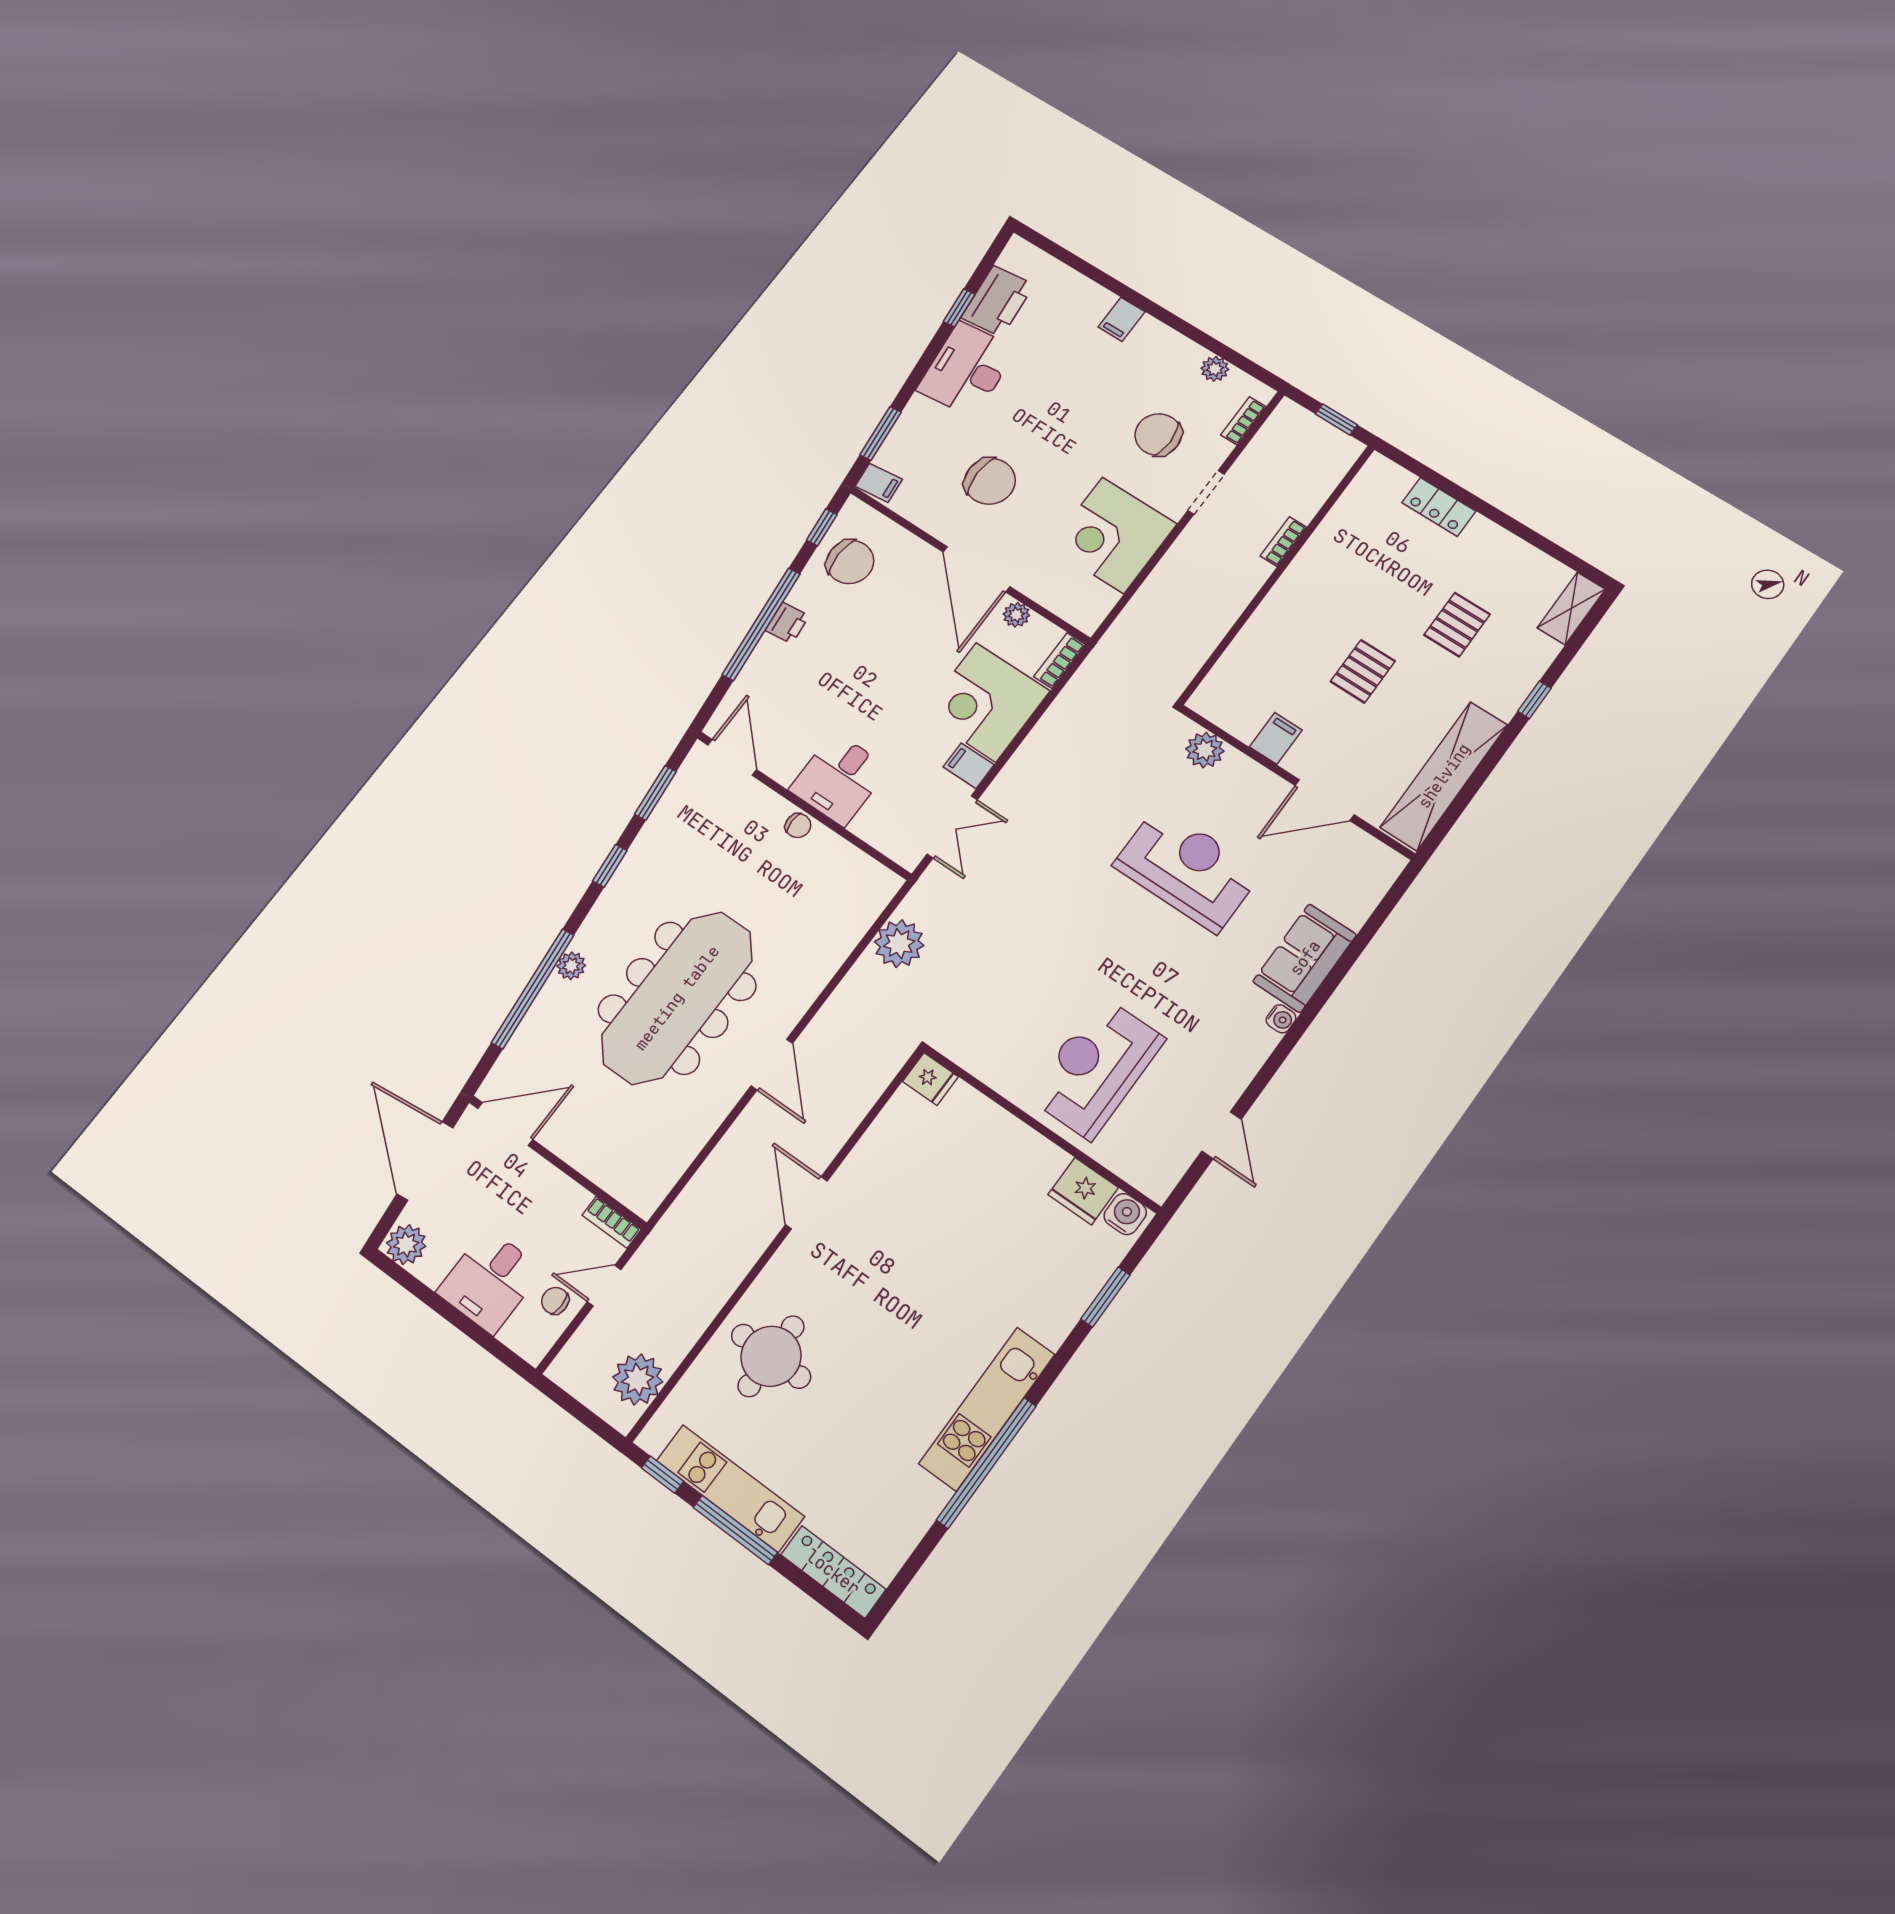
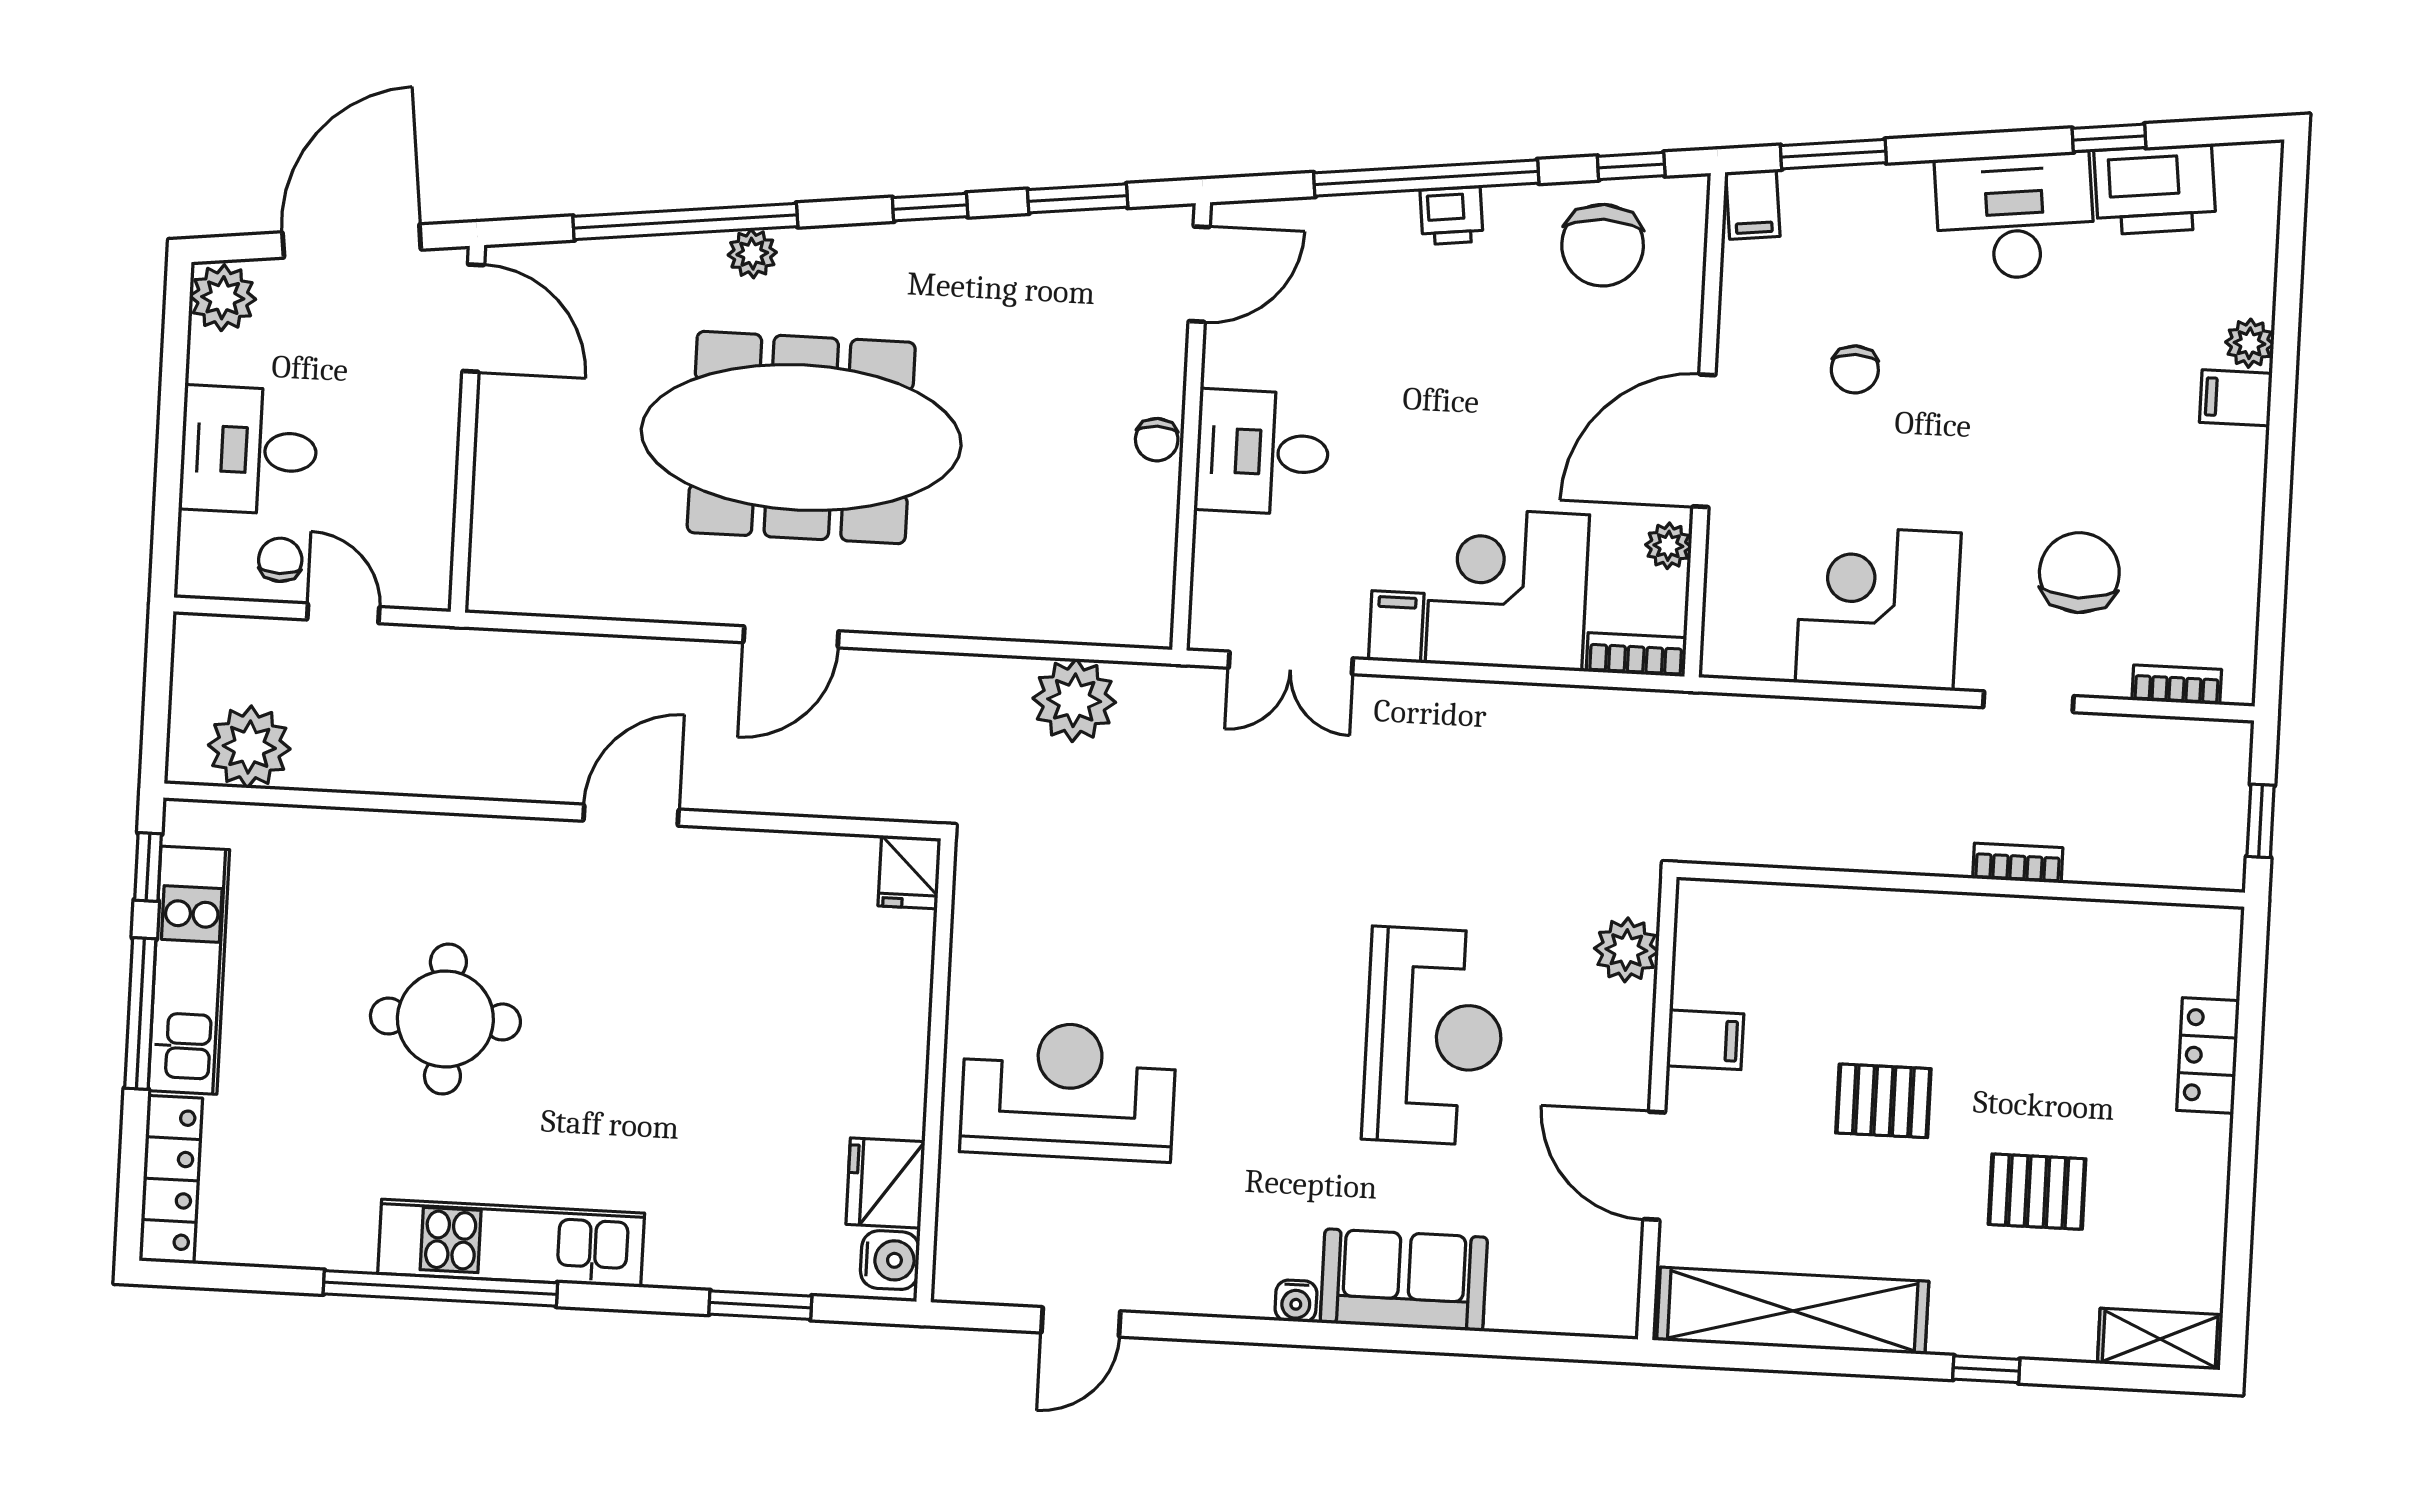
plant: (1215, 369) -> (2250, 343), moved
chair: (990, 481) -> (1855, 369), width x0.54, depth x0.54
bookcase: (612, 1222) -> (434, 564), removed
round table: (771, 1356) -> (445, 1019), moved

